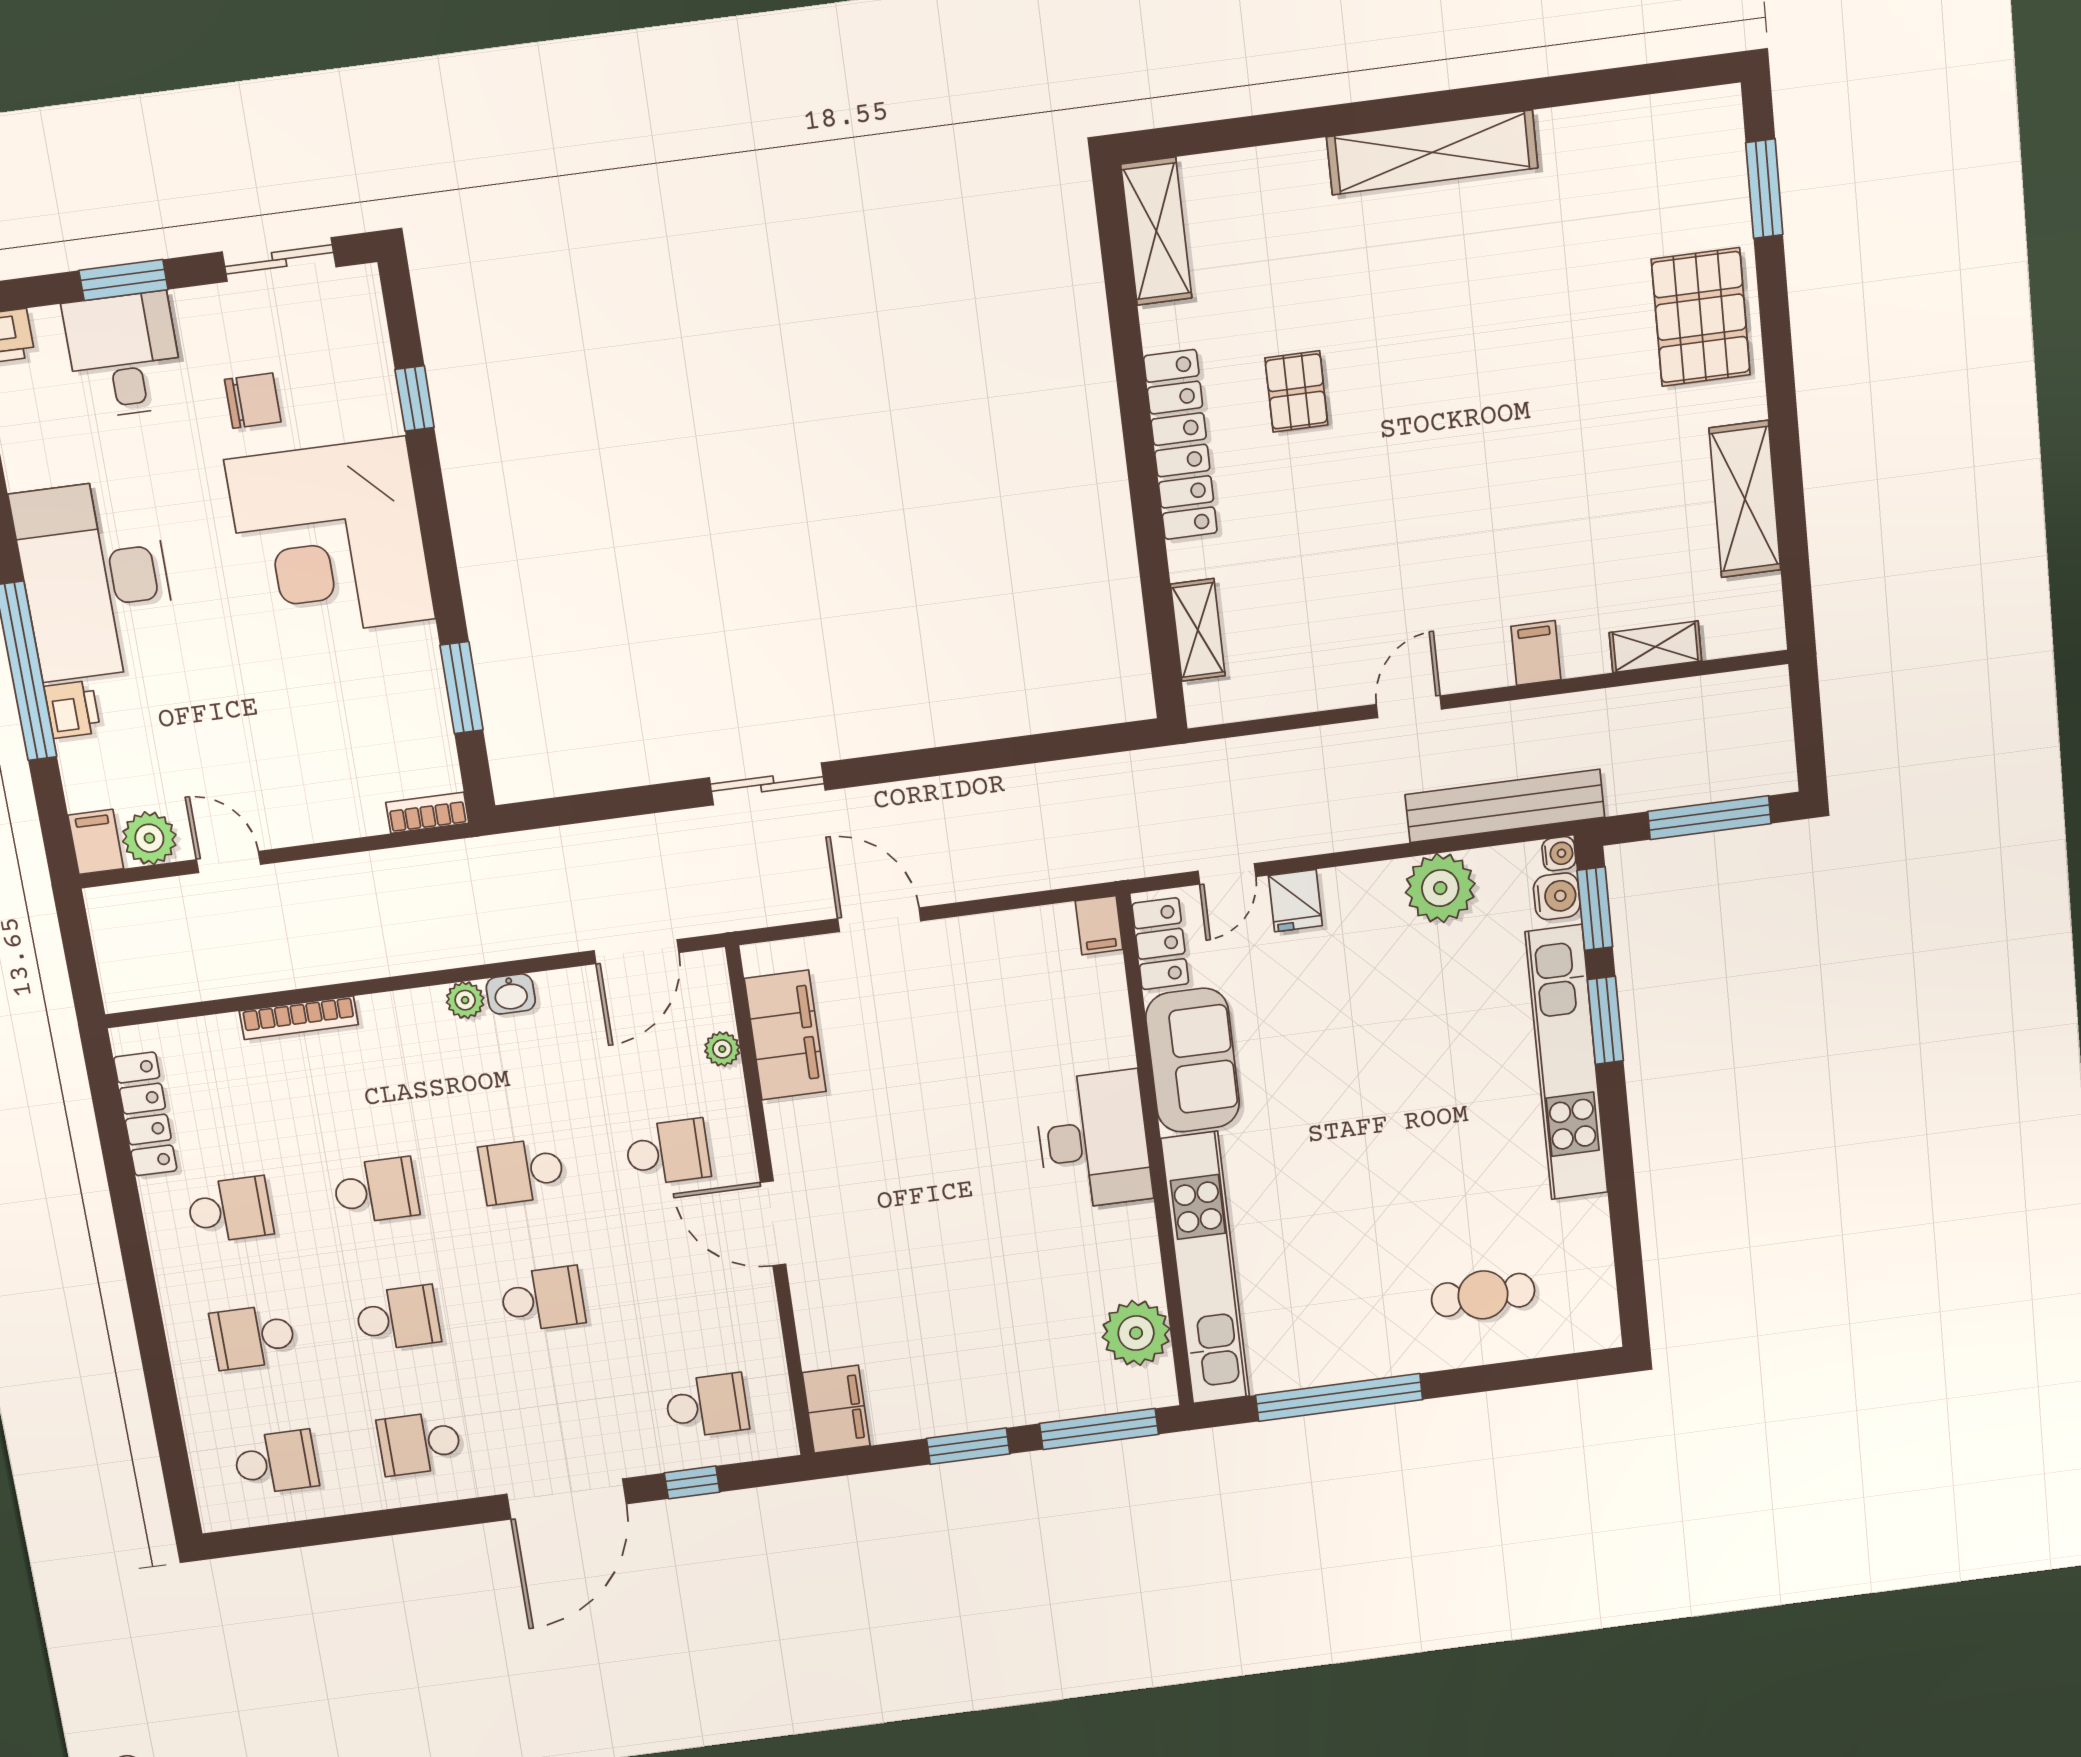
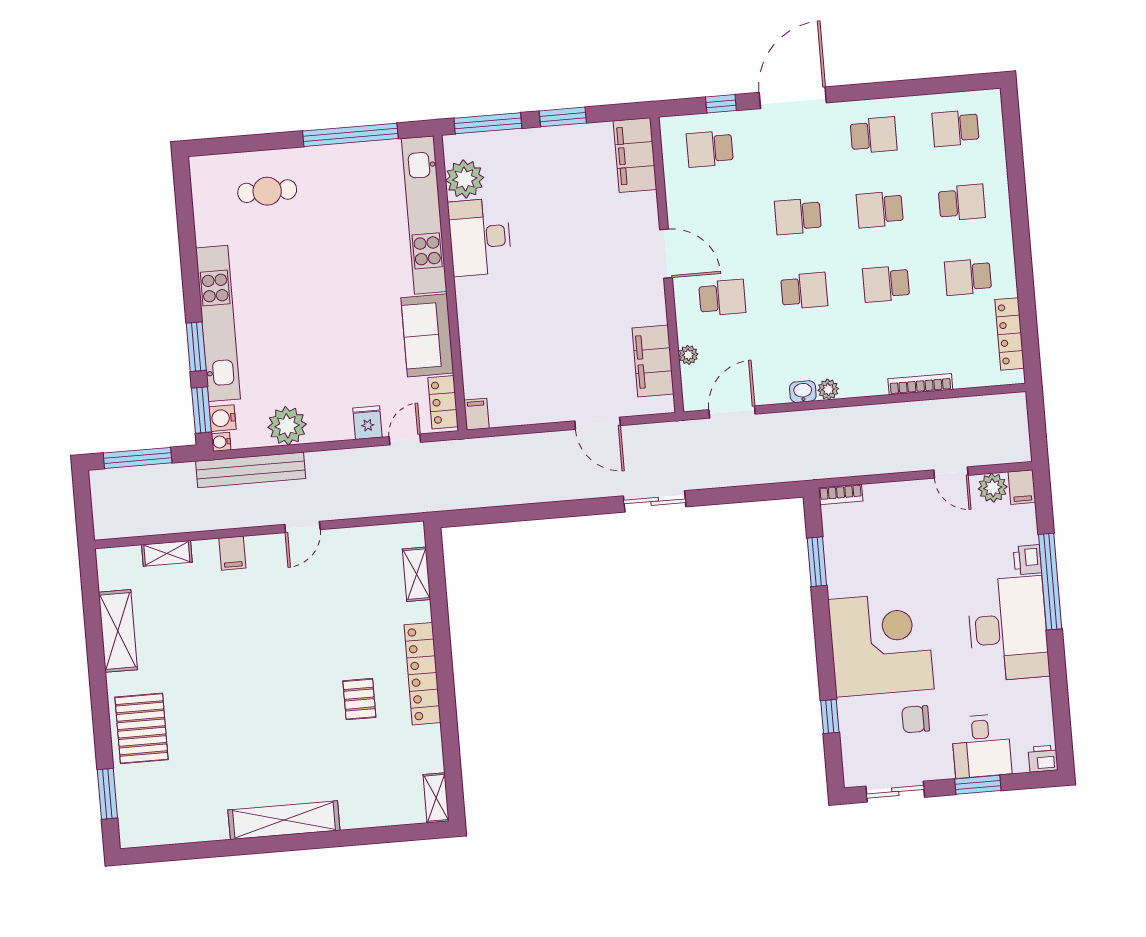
shelving: (1156, 231) -> (436, 798), width x0.67, depth x0.75
desk: (1093, 1140) -> (480, 237), moved
school desk: (668, 1152) -> (722, 298), turned 180
filing cabinet: (836, 1409) -> (635, 155), width x1.50, depth x1.17

